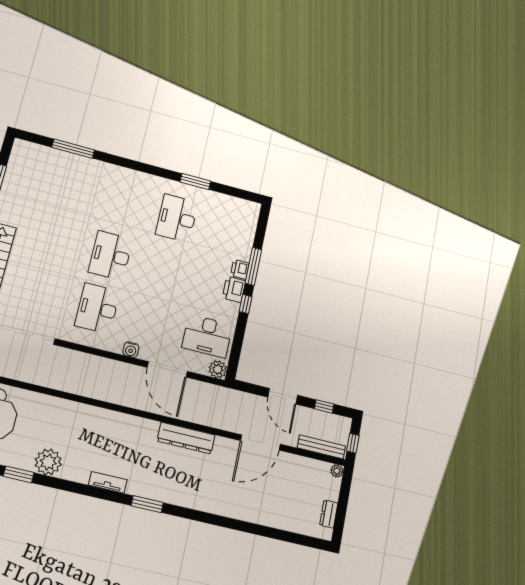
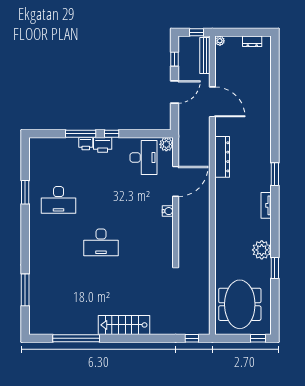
desk: (97, 308) -> (143, 242), removed

